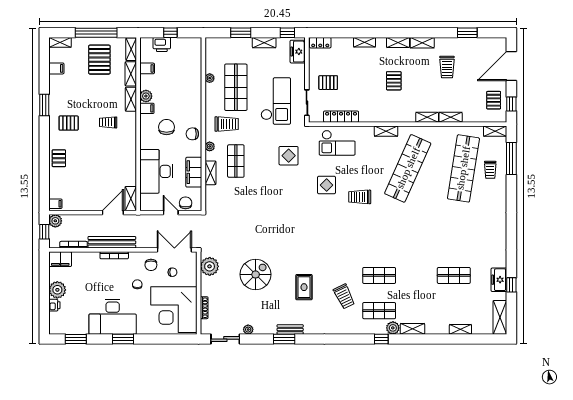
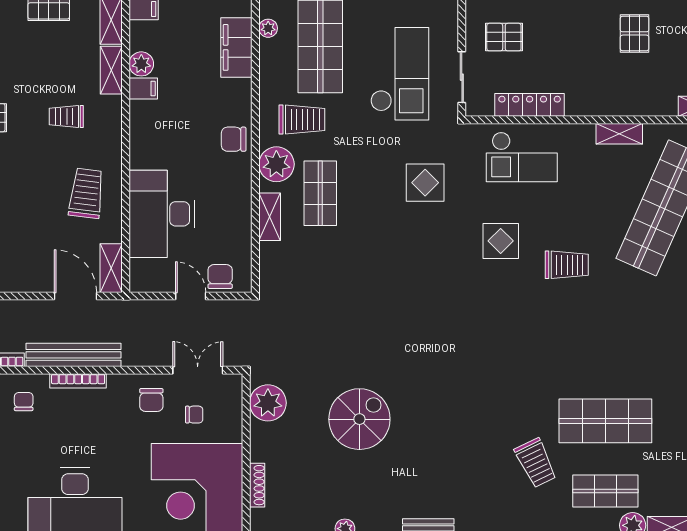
chair: (167, 127) -> (182, 126), removed
plant: (210, 146) -> (276, 164), width x1.87, depth x1.87
trolley: (118, 161) -> (86, 193), added
filing cabinet: (194, 172) -> (236, 47), moved
trolley: (360, 197) -> (567, 265), turned 180
door: (113, 213) -> (75, 296), hinge flipped
double door: (174, 250) -> (198, 370), width x0.73
shop shelf: (379, 275) -> (605, 421), width x1.43, depth x1.36
chair: (137, 284) -> (24, 402), moved
rug: (304, 287) -> (456, 444), removed

